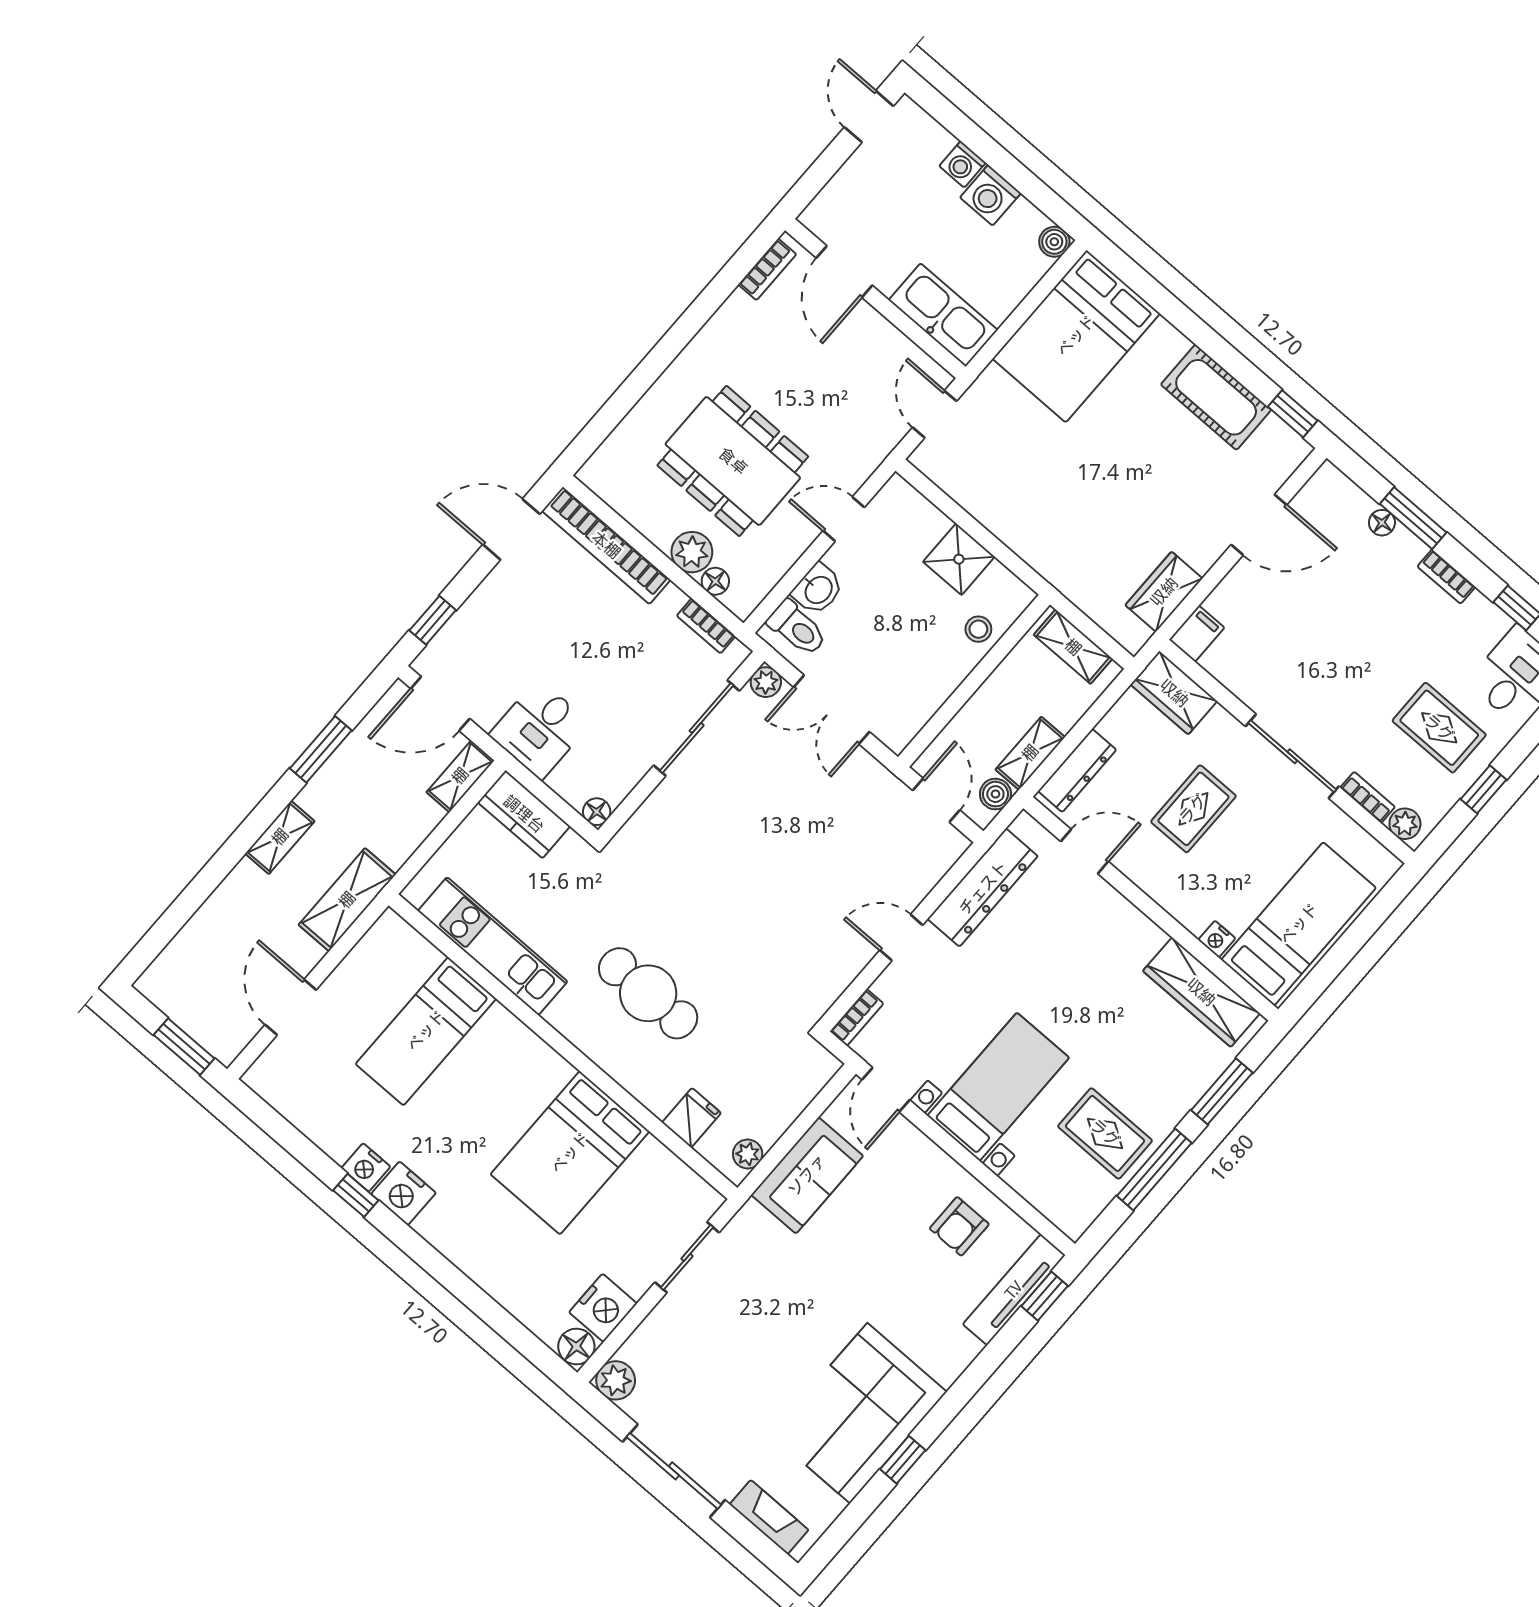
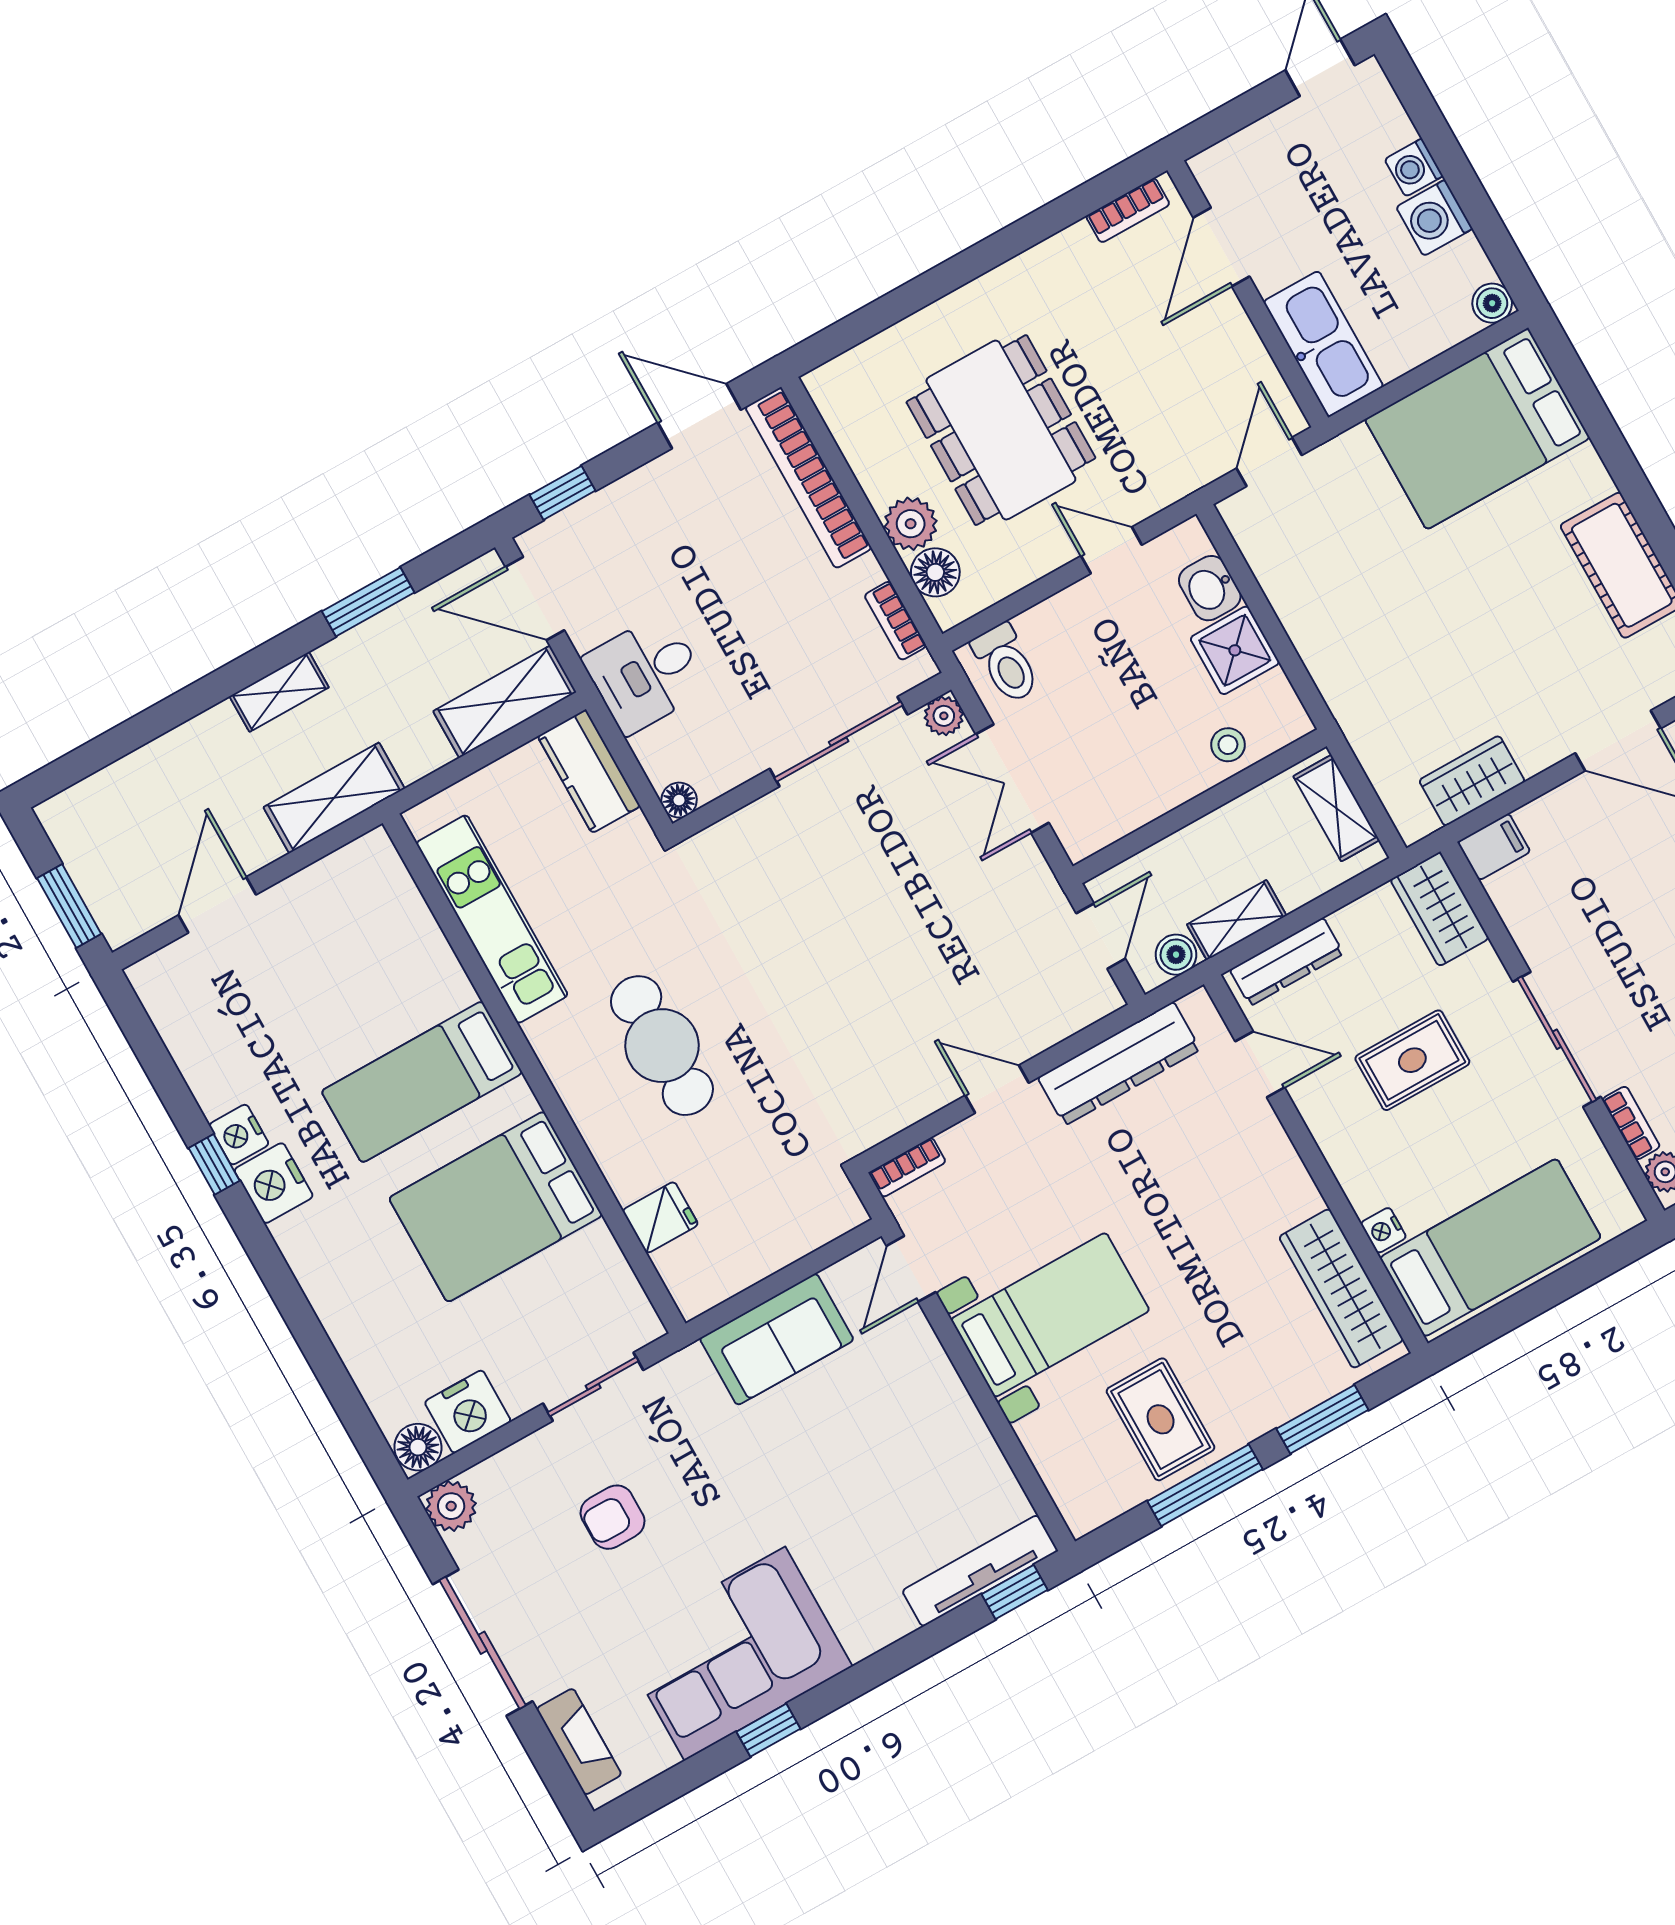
floor lamp: (715, 581) -> (935, 572), width x1.37, depth x1.37
washbasin: (818, 589) -> (1210, 588), moved, turned 90
shelving: (460, 776) -> (505, 702), width x1.50, depth x1.33
bed: (426, 1031) -> (422, 1082), moved
plant: (748, 1154) -> (713, 1287), removed
armchair: (959, 1226) -> (613, 1517), moved

